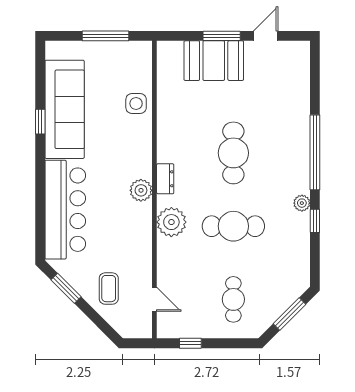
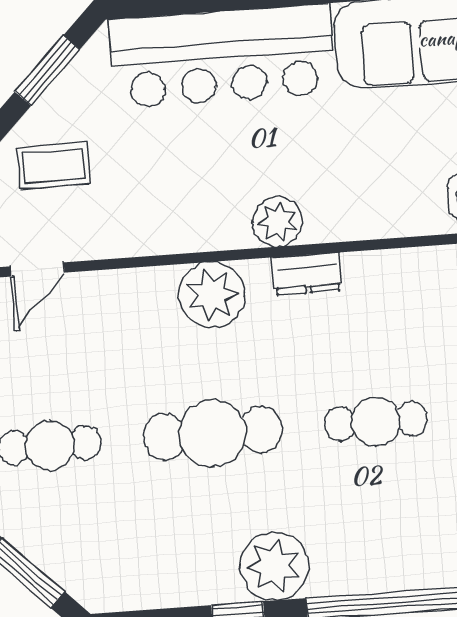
cafe table: (233, 153) -> (376, 421), width x0.73, depth x0.74
plant: (302, 203) -> (274, 566), width x1.87, depth x1.87
cafe table: (233, 226) -> (213, 433), turned 90

